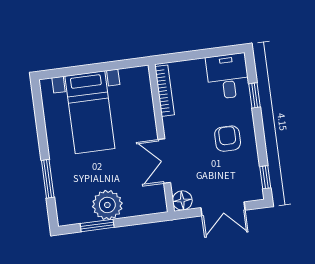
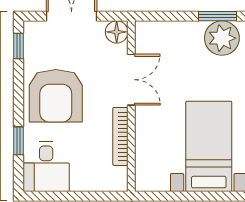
bookcase: (165, 91) -> (120, 136), moved
armchair: (228, 139) -> (56, 96), width x1.88, depth x1.88
plant: (107, 205) -> (222, 38), moved

